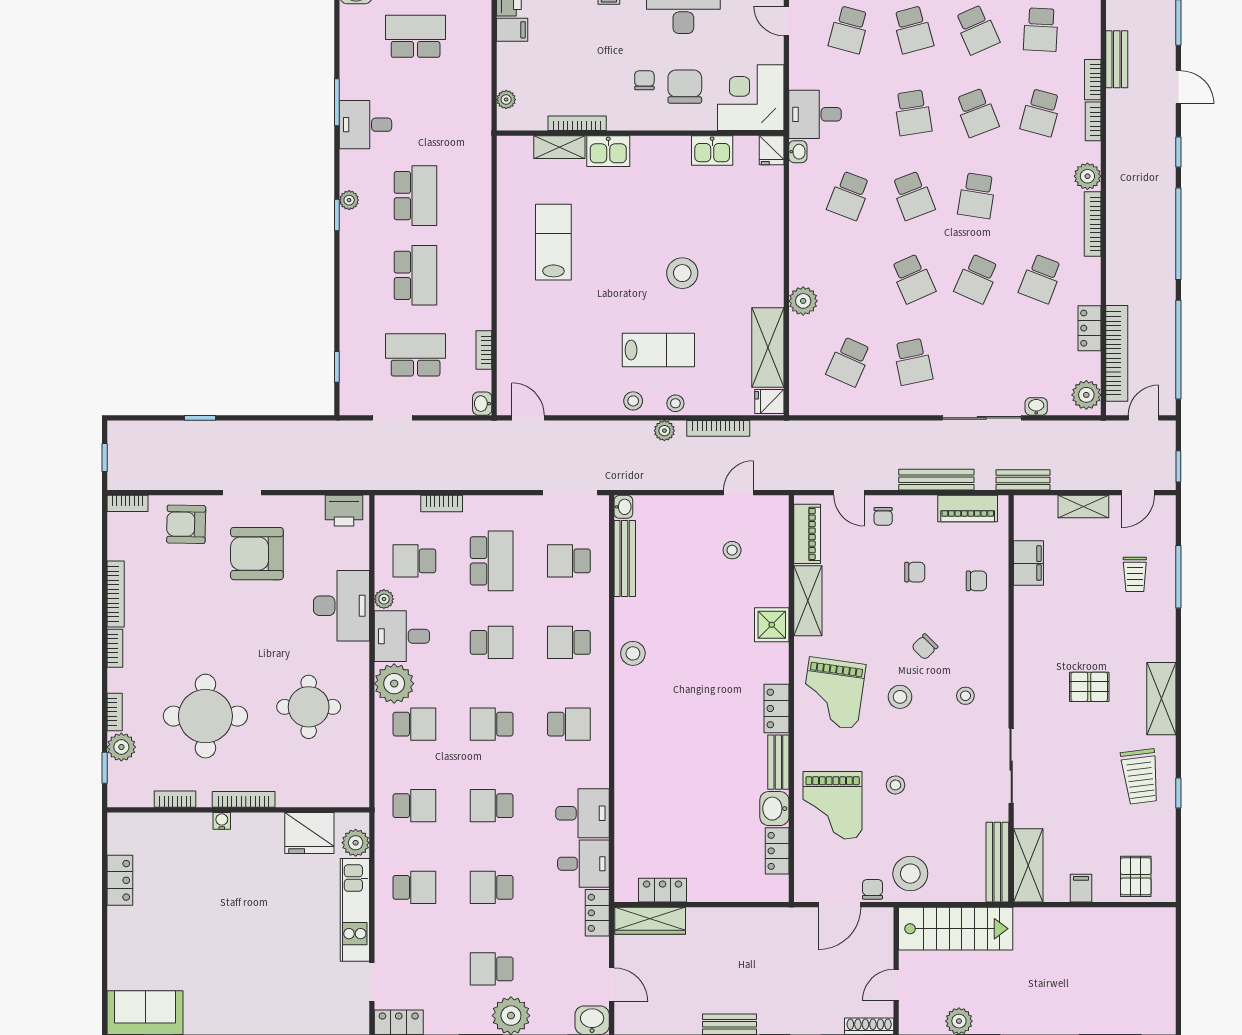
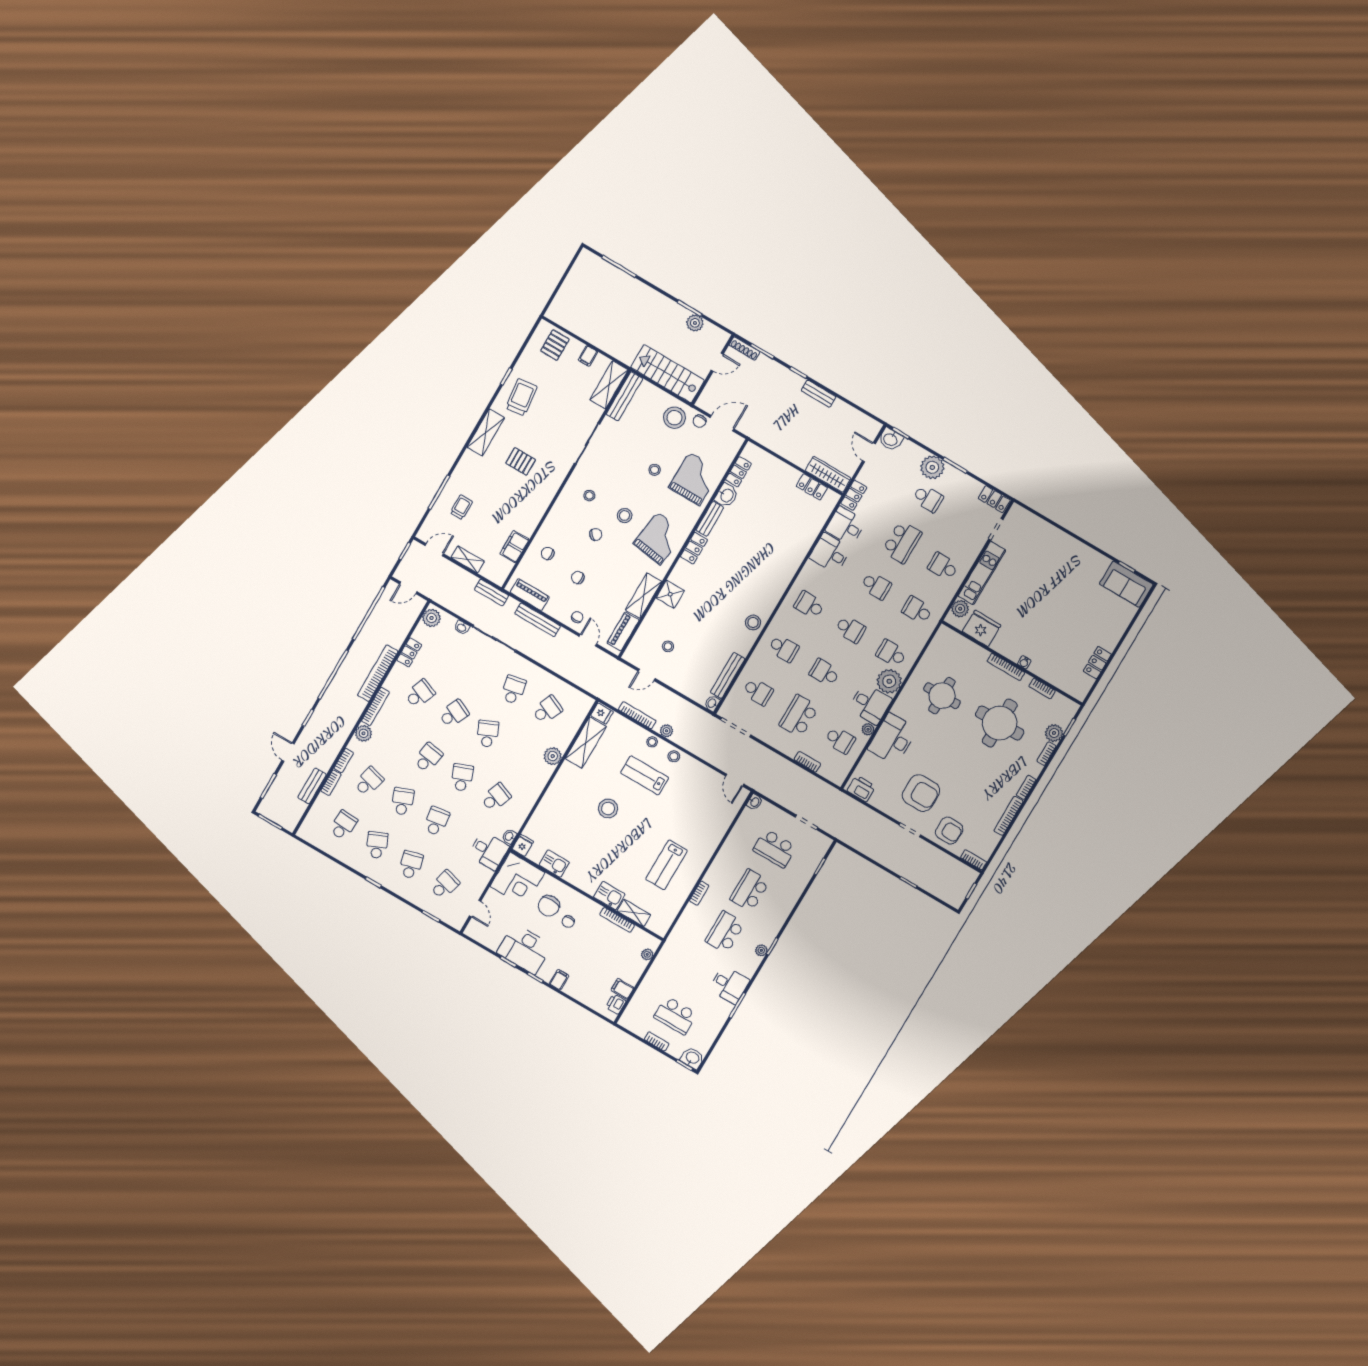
bookcase: (484, 350) -> (699, 893), moved
bookcase: (1117, 353) -> (378, 673), moved
school desk: (492, 887) -> (902, 542), width x1.85

